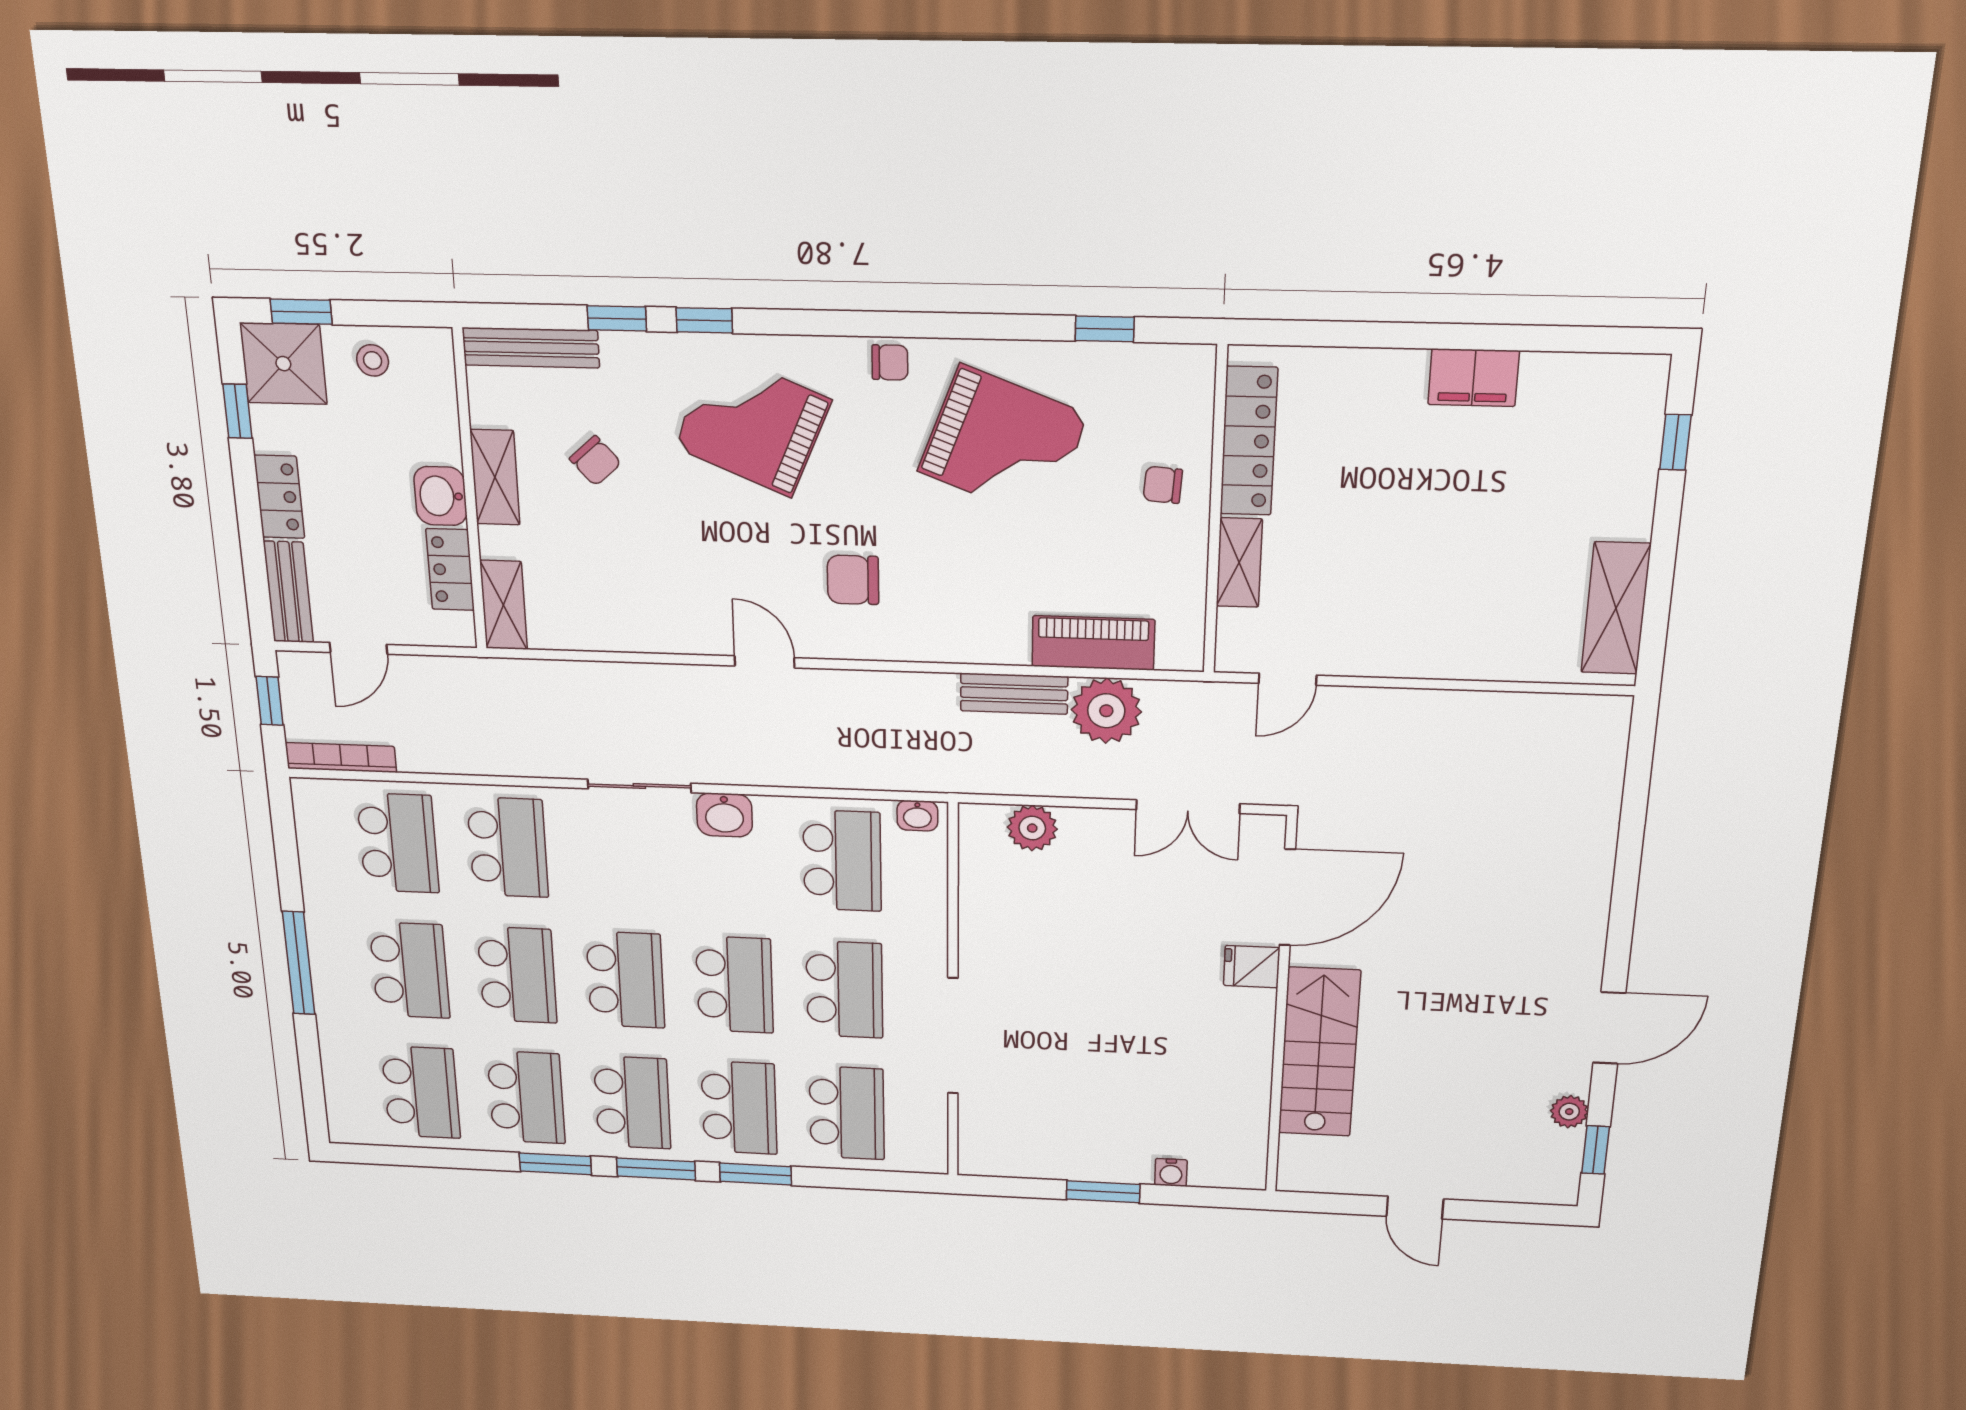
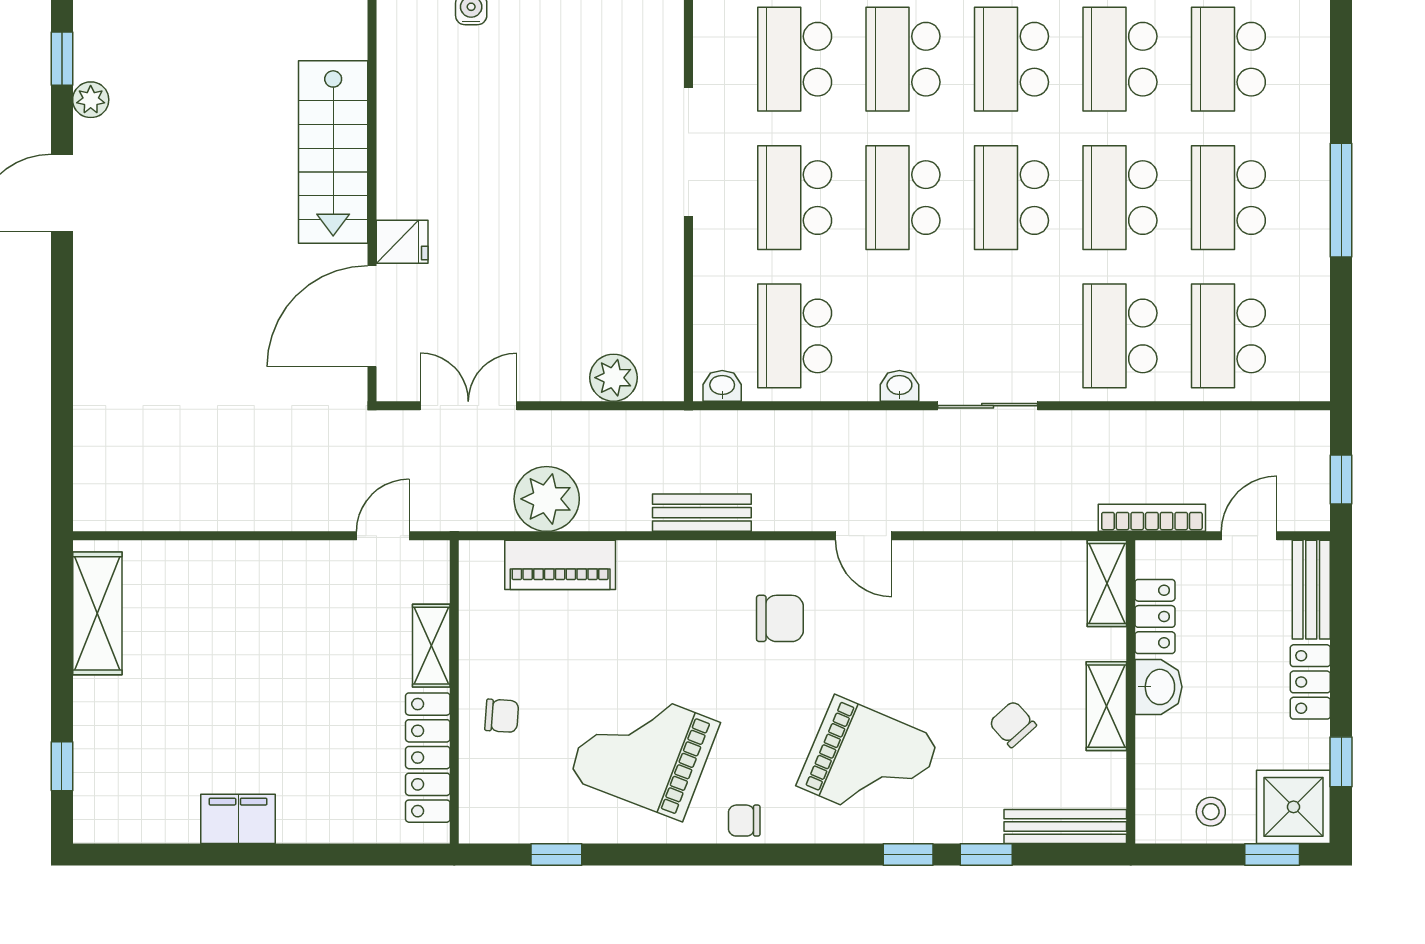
bench: (1014, 694) -> (702, 513), moved
bookcase: (341, 757) -> (1152, 518), moved, turned 180
washbasin: (724, 815) -> (899, 386), width x0.72, depth x0.69

